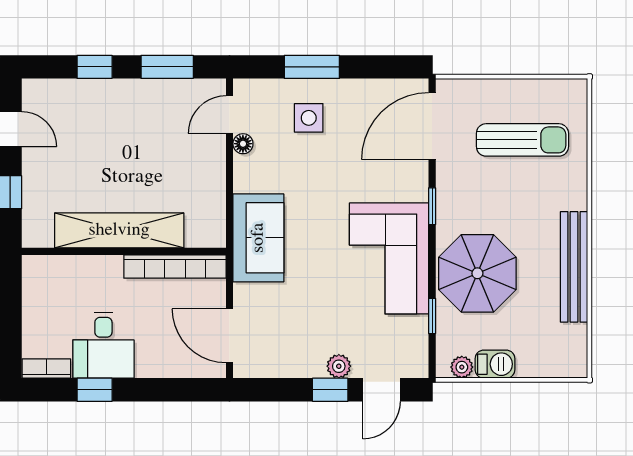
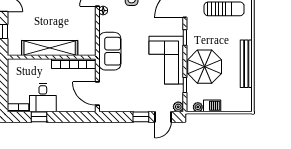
plant: (339, 366) -> (178, 107), moved

